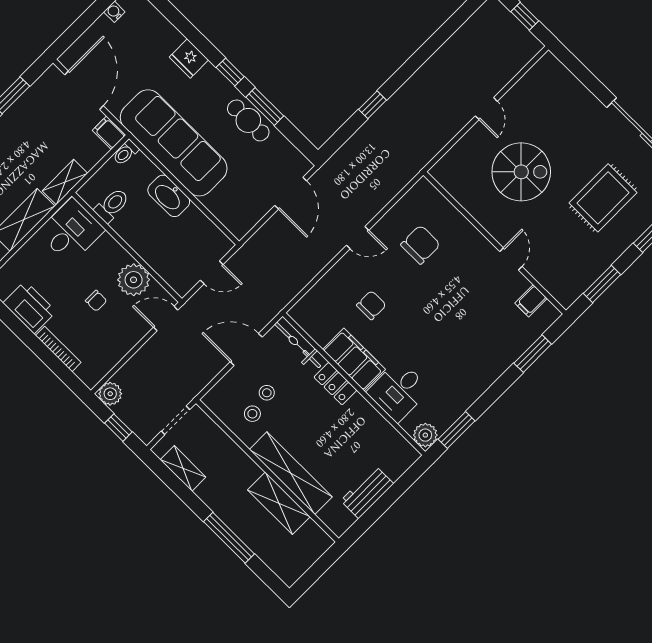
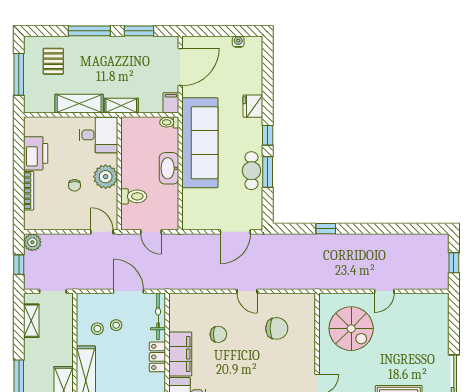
spiral stairs: (521, 172) -> (351, 329), moved
toilet: (112, 205) -> (134, 196), moved
plant: (134, 280) -> (106, 177), moved

